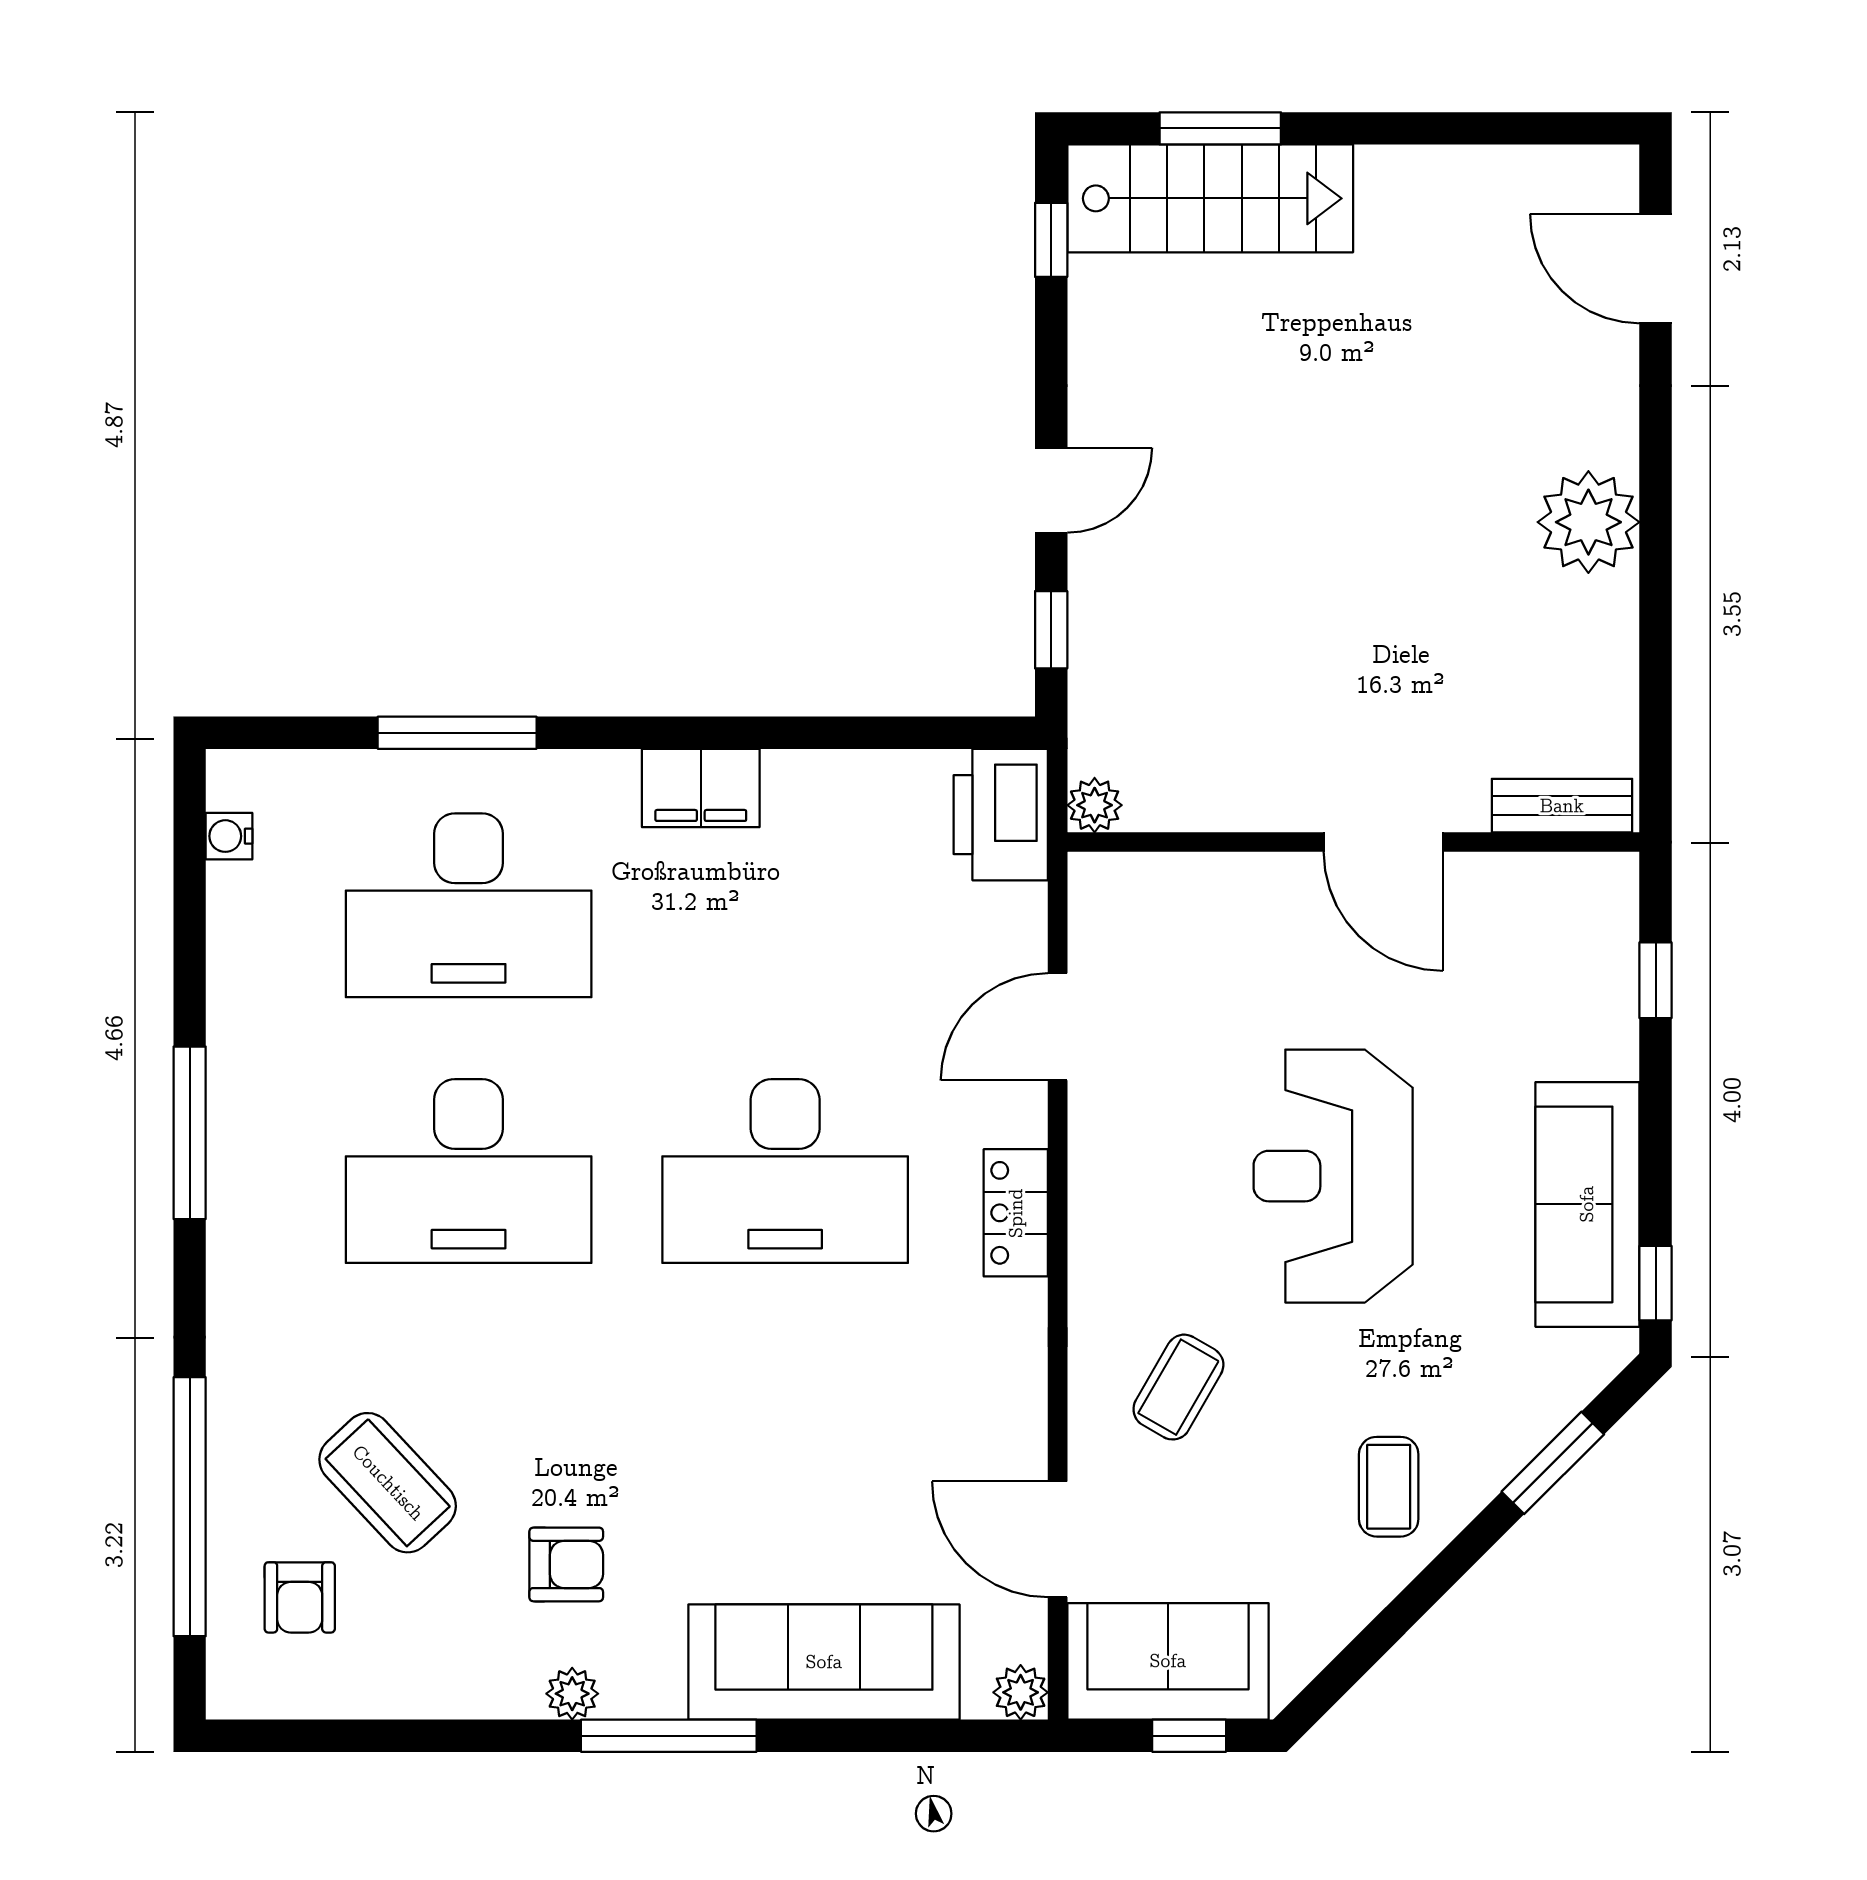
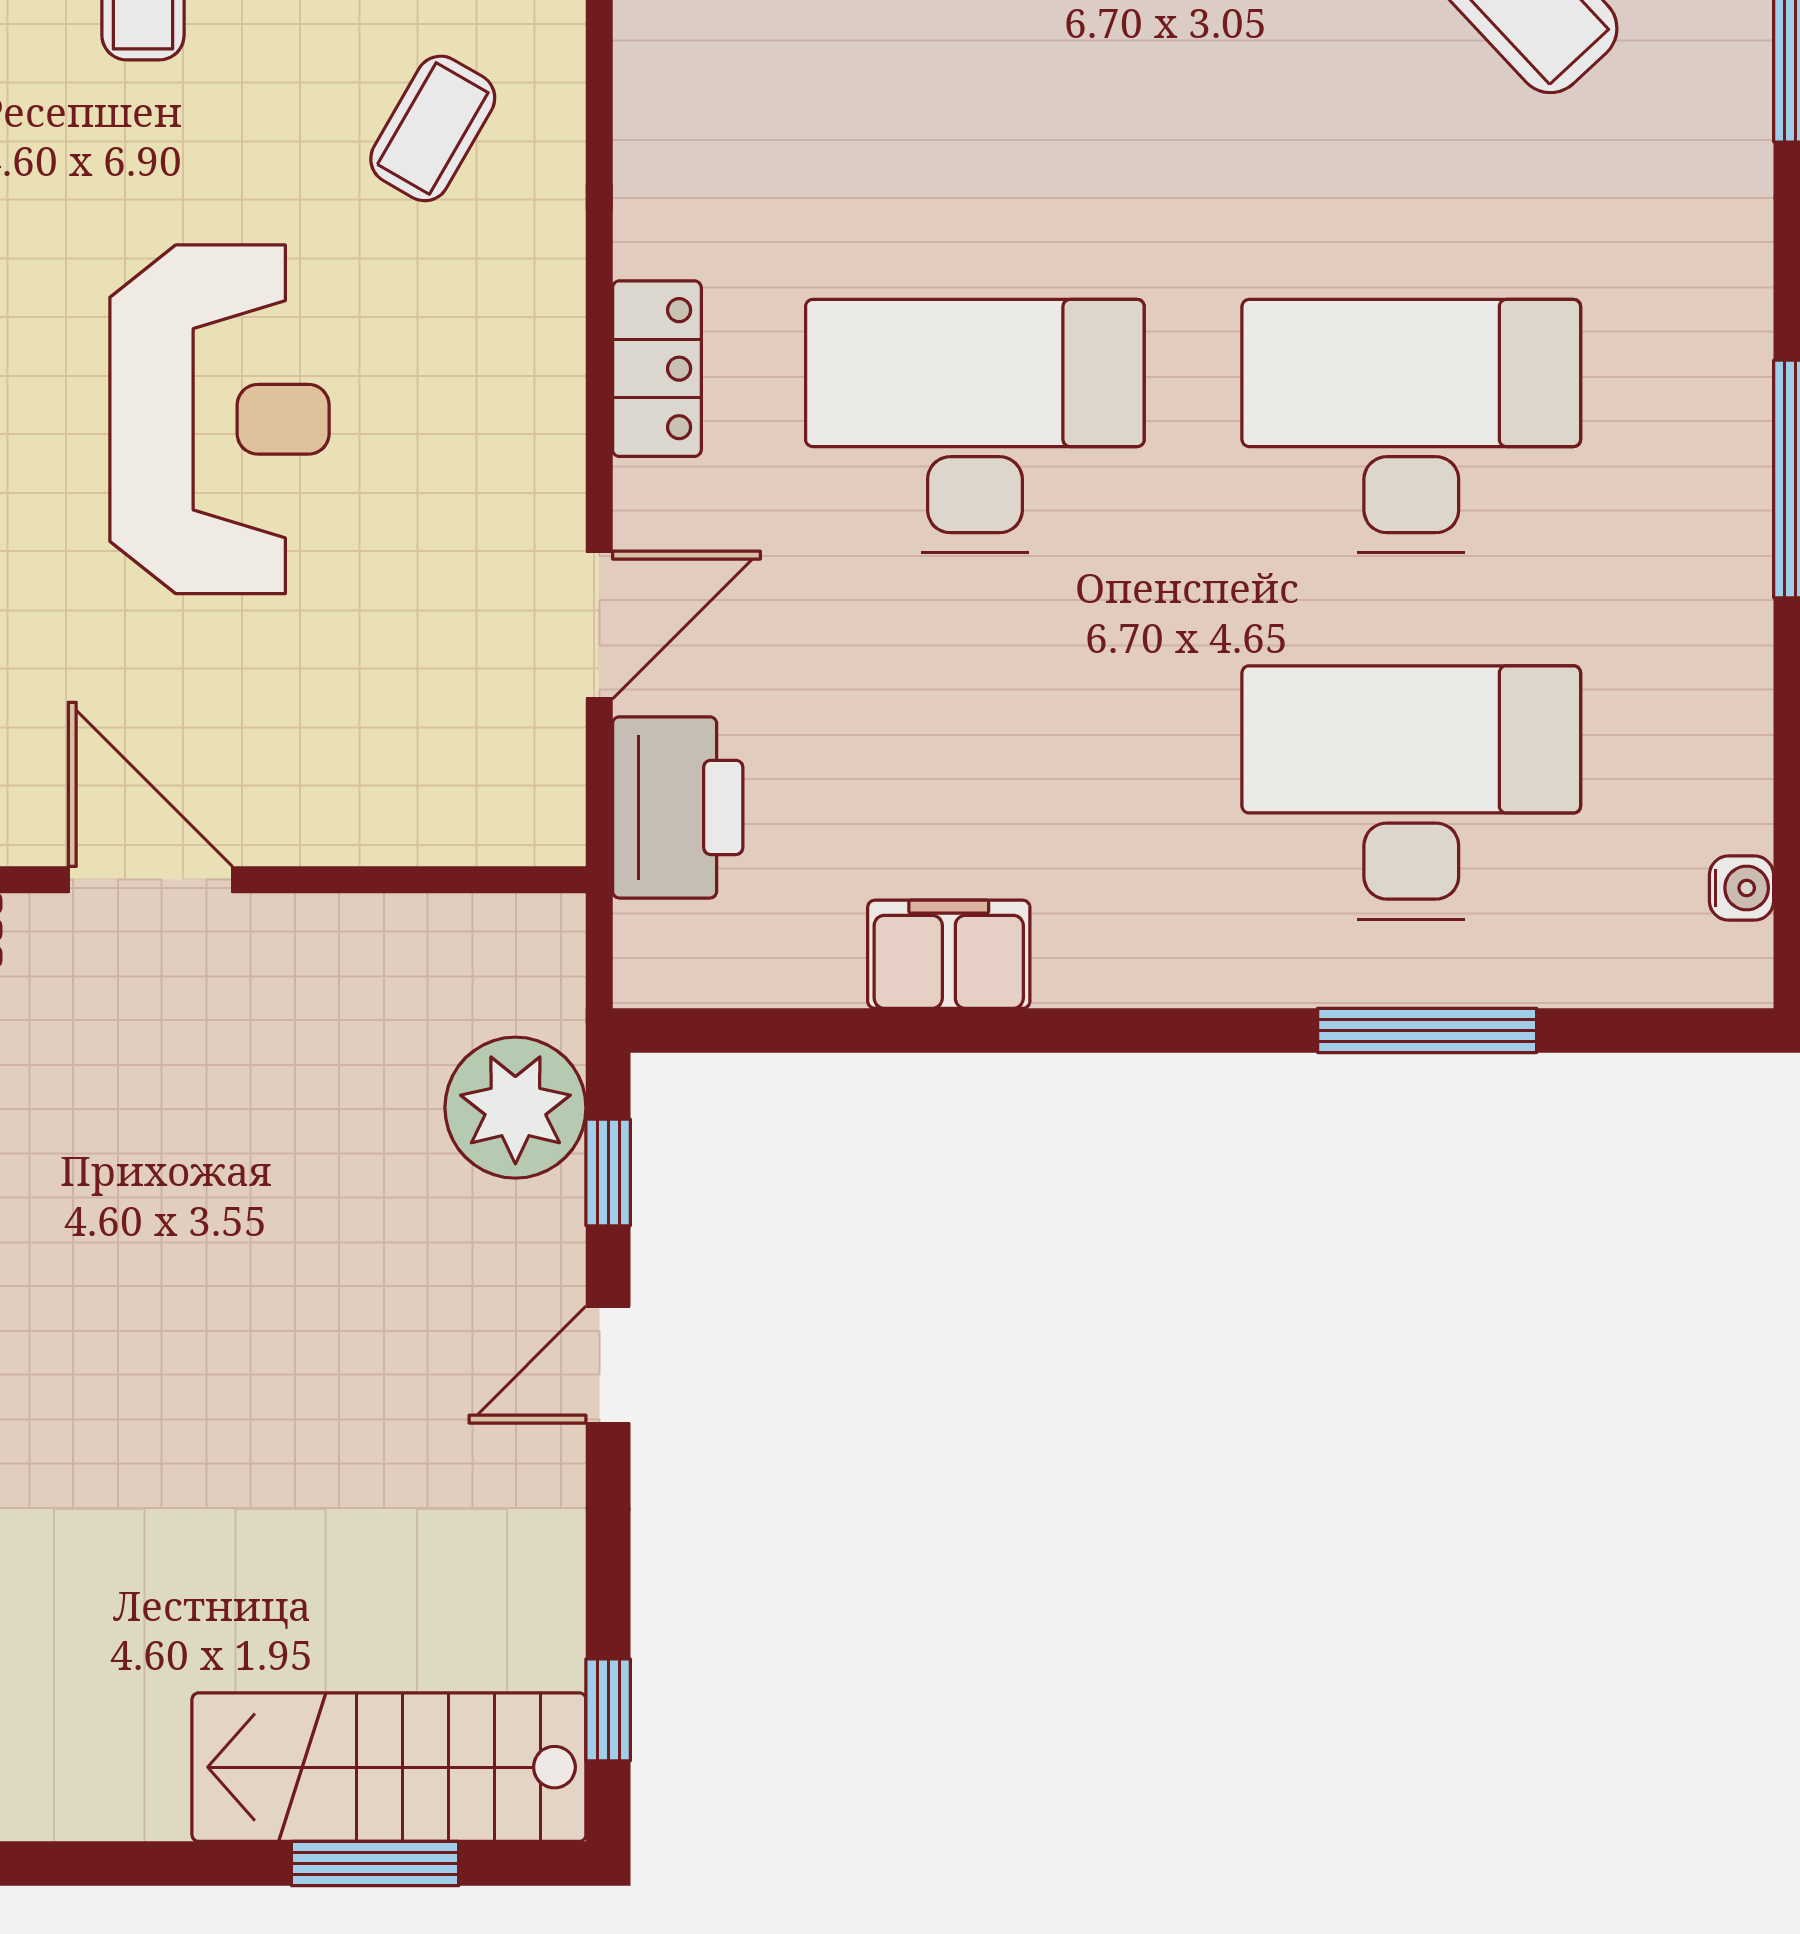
filing cabinet: (701, 788) -> (949, 954), moved
plant: (1095, 805) -> (515, 1108), moved, width x1.87, depth x1.87
printer: (1001, 815) -> (678, 807), moved

